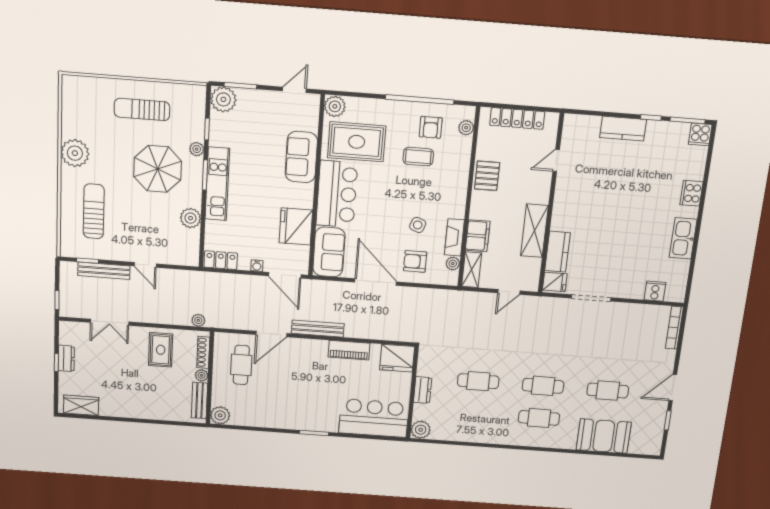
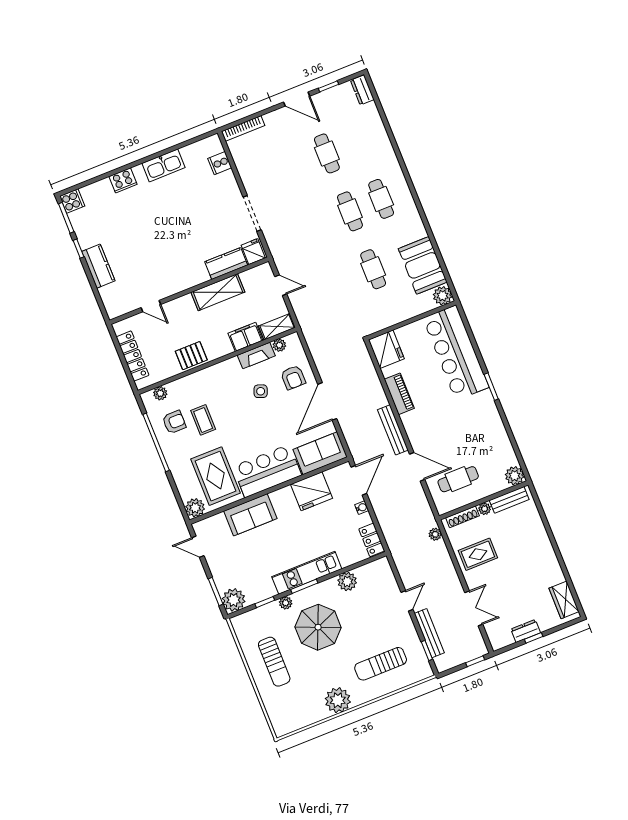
dresser: (423, 390) -> (362, 90), moved, turned -90
bar counter: (374, 418) -> (456, 353), width x1.36
booth: (604, 436) -> (423, 265), moved

